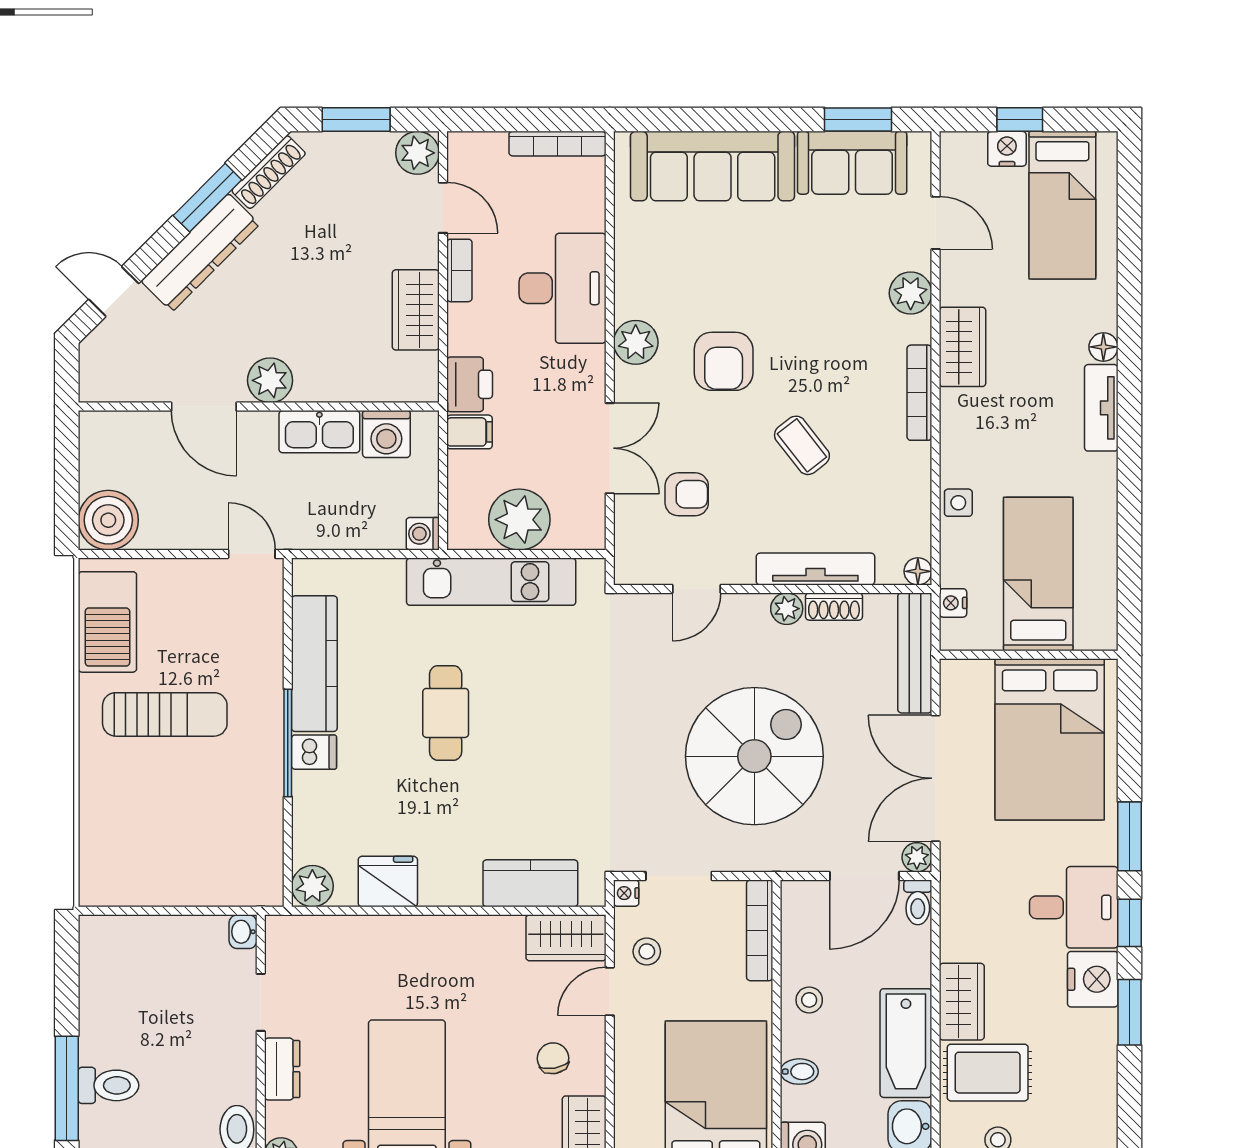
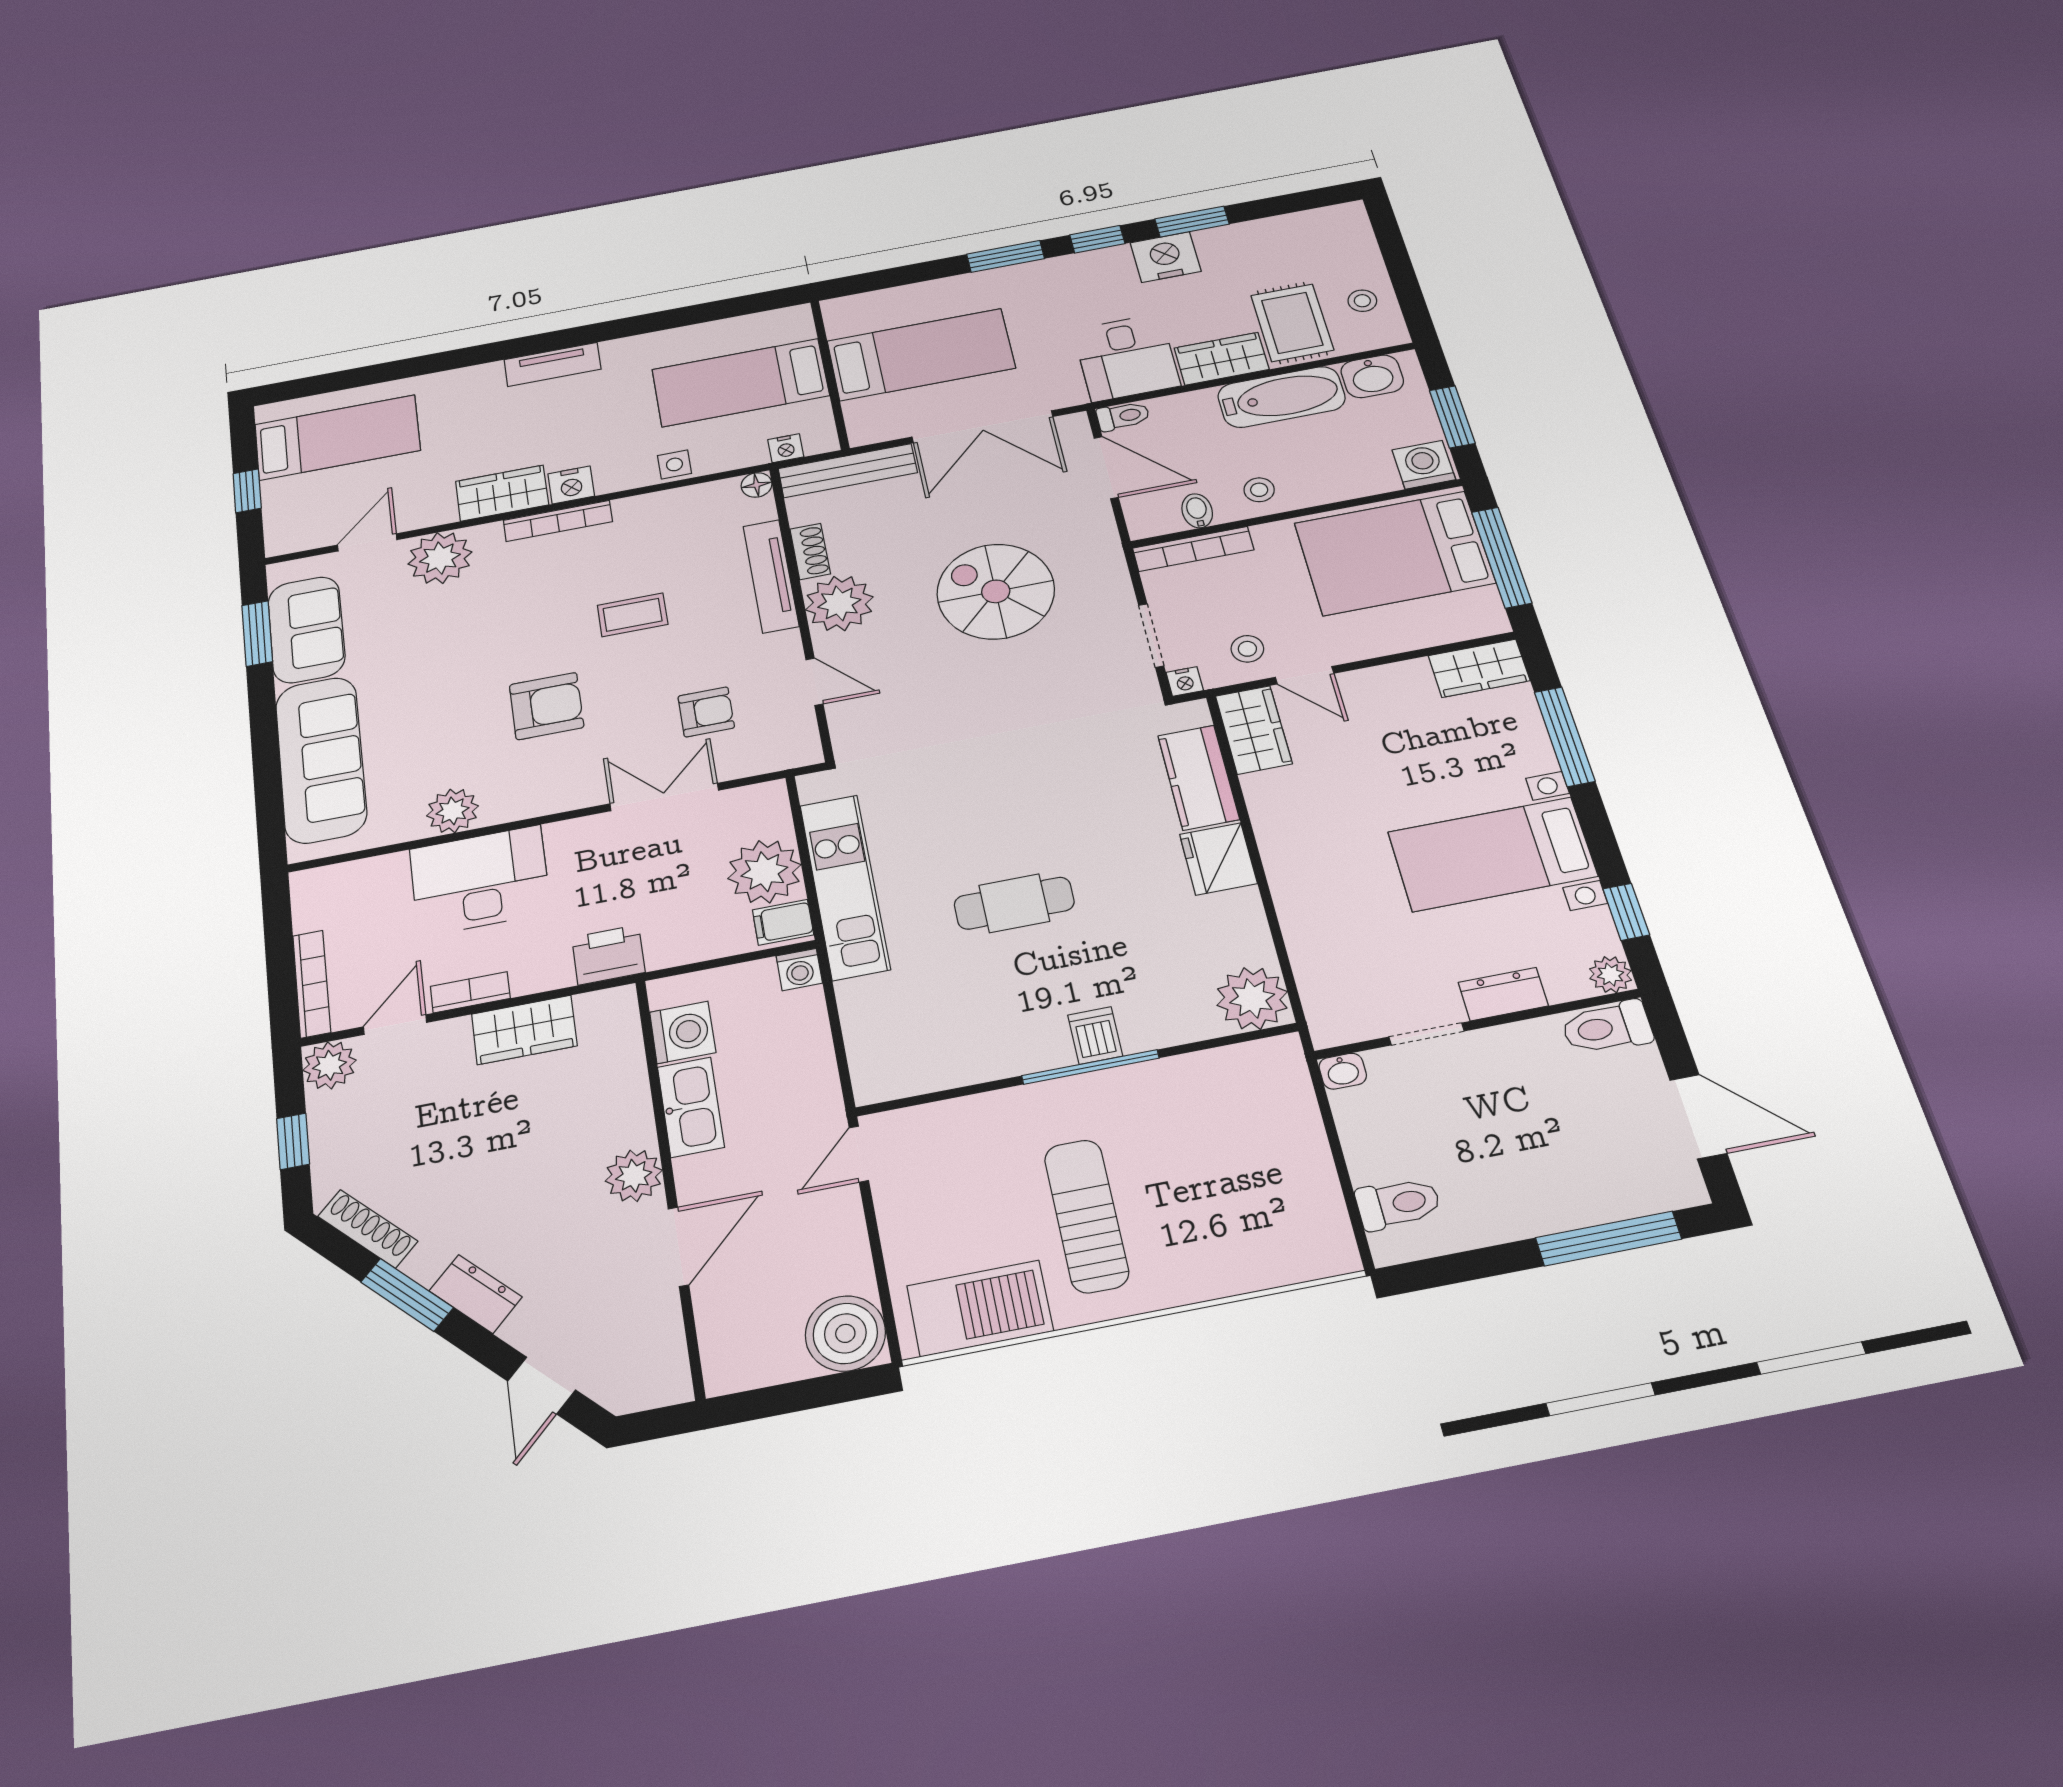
window: (356, 120) -> (293, 1141), width x0.67
bookcase: (557, 144) -> (312, 984), moved
nightstand: (1007, 149) -> (571, 485), moved, turned -90
dresser: (200, 253) -> (476, 1294), width x0.51, depth x0.80
plant: (911, 293) -> (440, 558), width x1.36, depth x1.36
plant: (636, 342) -> (453, 811), moved
floor lamp: (1103, 347) -> (487, 375), removed
filing cabinet: (470, 432) -> (783, 922), moved, turned -90
coffee table: (802, 445) -> (633, 615), turned 38
armchair: (687, 494) -> (706, 712), turned 90
plant: (787, 609) -> (839, 603), width x1.88, depth x1.88
kitchen counter: (314, 664) -> (984, 1056), removed
bed: (1050, 739) -> (921, 355), width x0.67
spiral stairs: (754, 756) -> (996, 591), width x0.73, depth x0.73
plant: (917, 857) -> (1074, 426), removed
fridge: (388, 882) -> (1218, 859), moved
plant: (312, 886) -> (1252, 998), width x1.36, depth x1.36
desk: (1074, 907) -> (1126, 358), moved, turned 180
chair: (553, 1058) -> (1400, 715), removed
bidet: (799, 1072) -> (1197, 511), moved
toilet: (108, 1085) -> (1398, 1204), moved, turned 90

